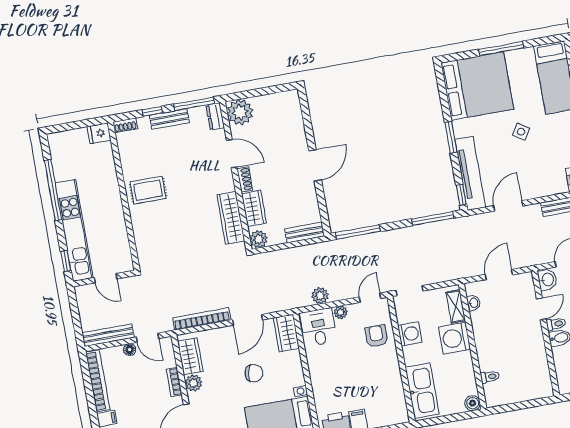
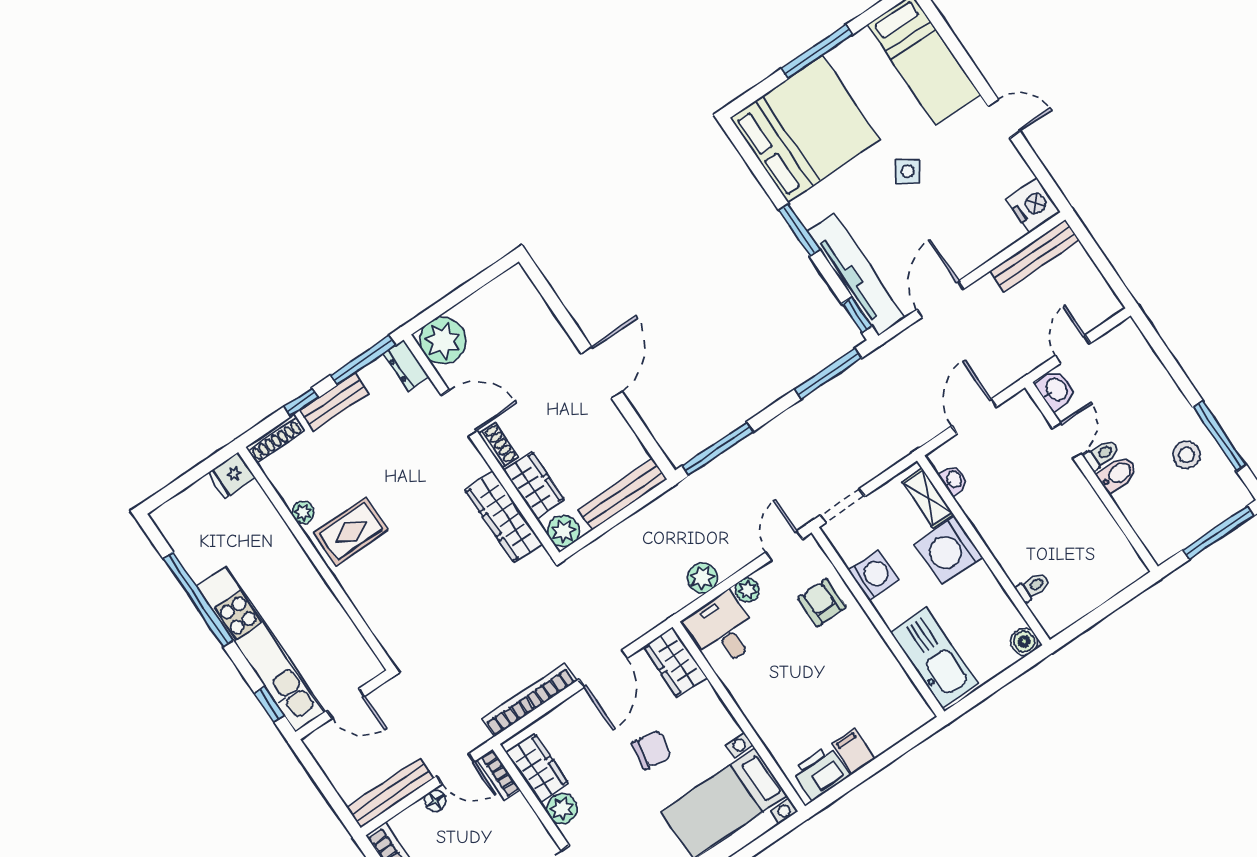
shoe rack: (125, 125) -> (275, 439), width x1.43
plant: (128, 169) -> (303, 512), added
bench: (305, 233) -> (622, 495), width x1.36
bookcase: (174, 382) -> (498, 775), moved

